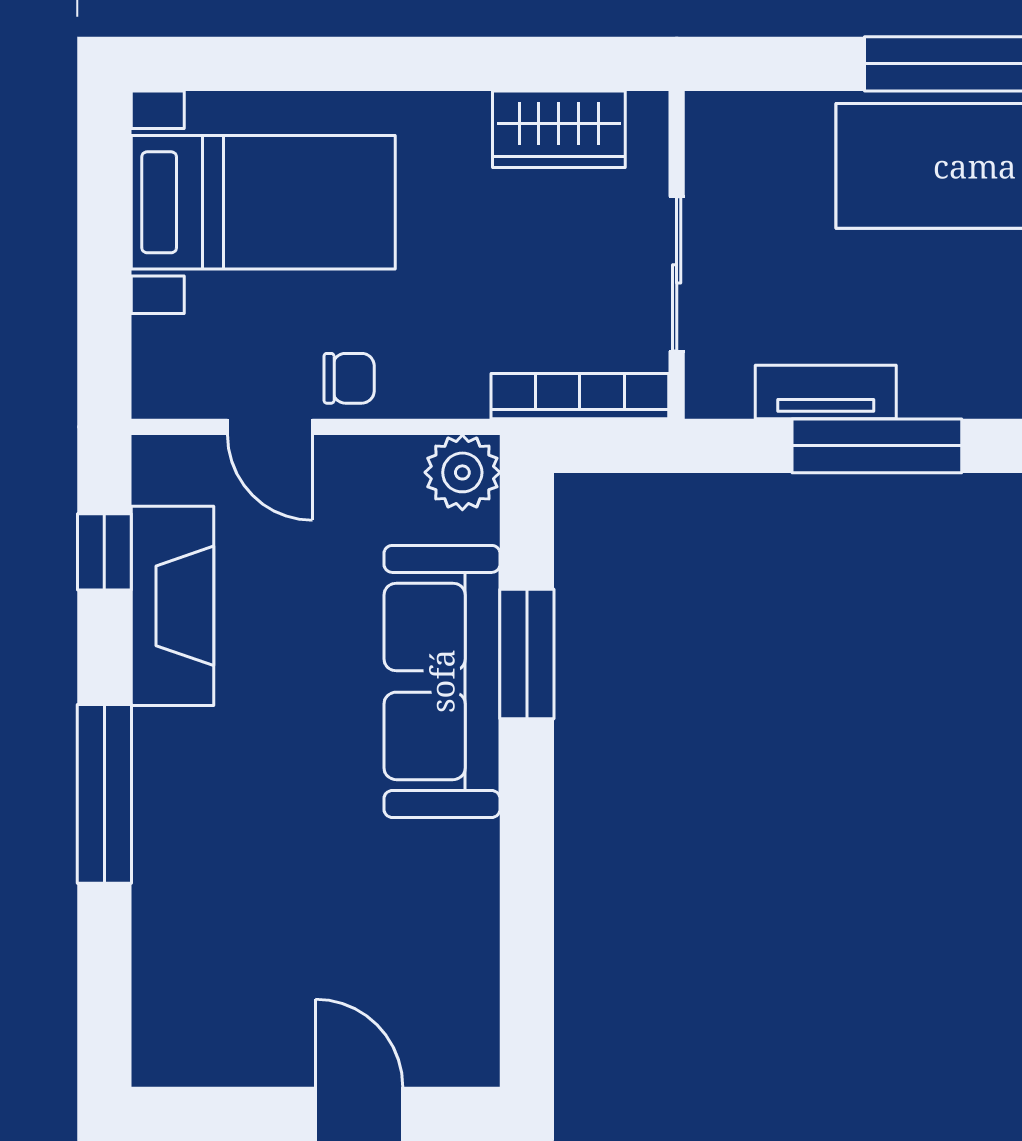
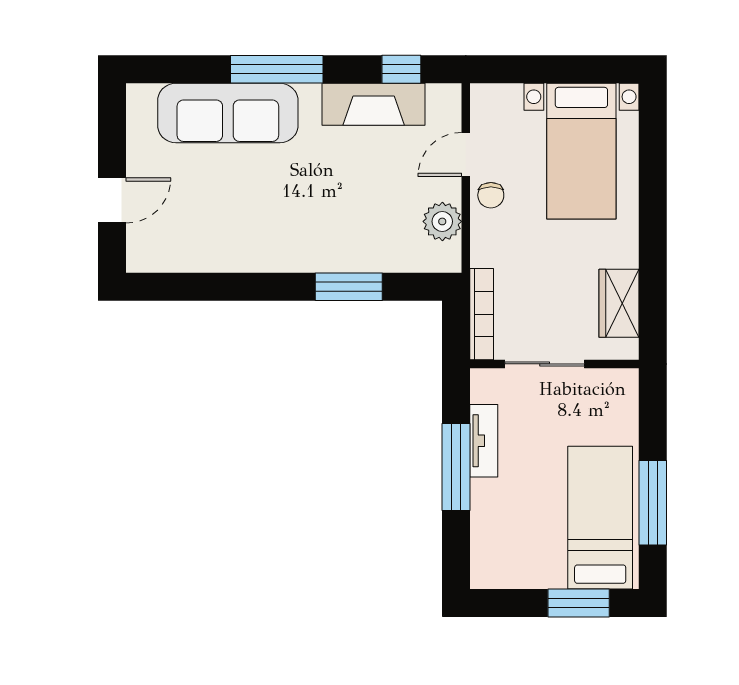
plant: (462, 472) -> (442, 221), moved
sofa: (442, 681) -> (228, 113), moved, turned 180

